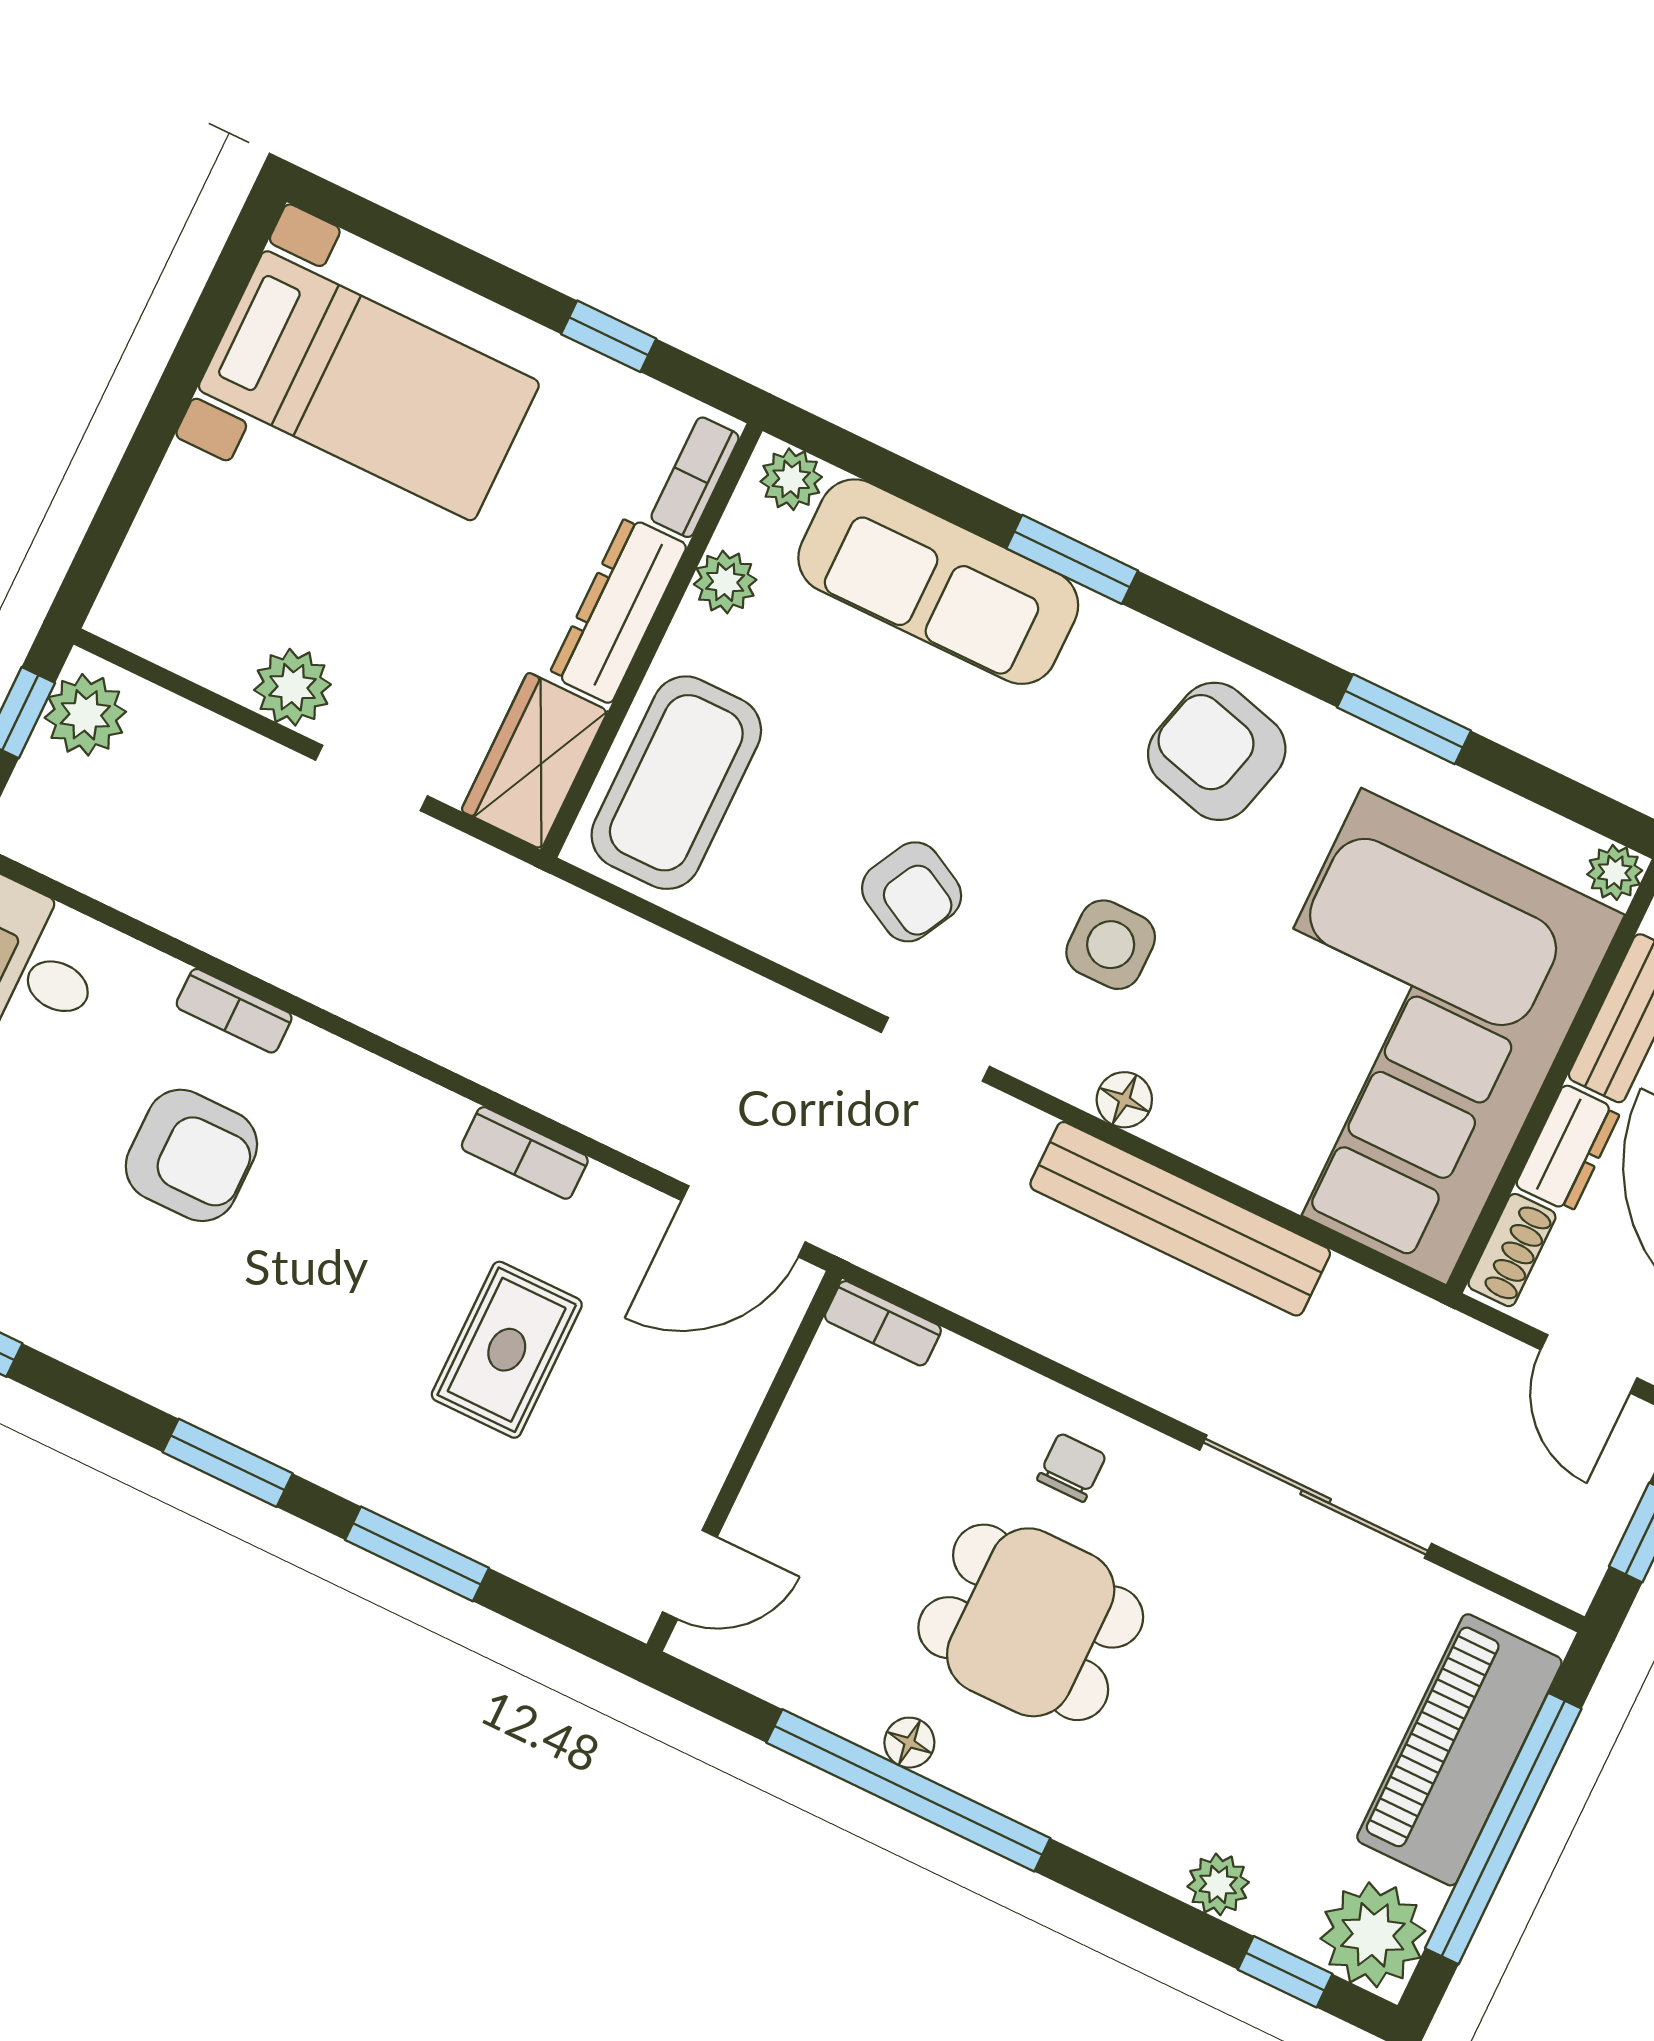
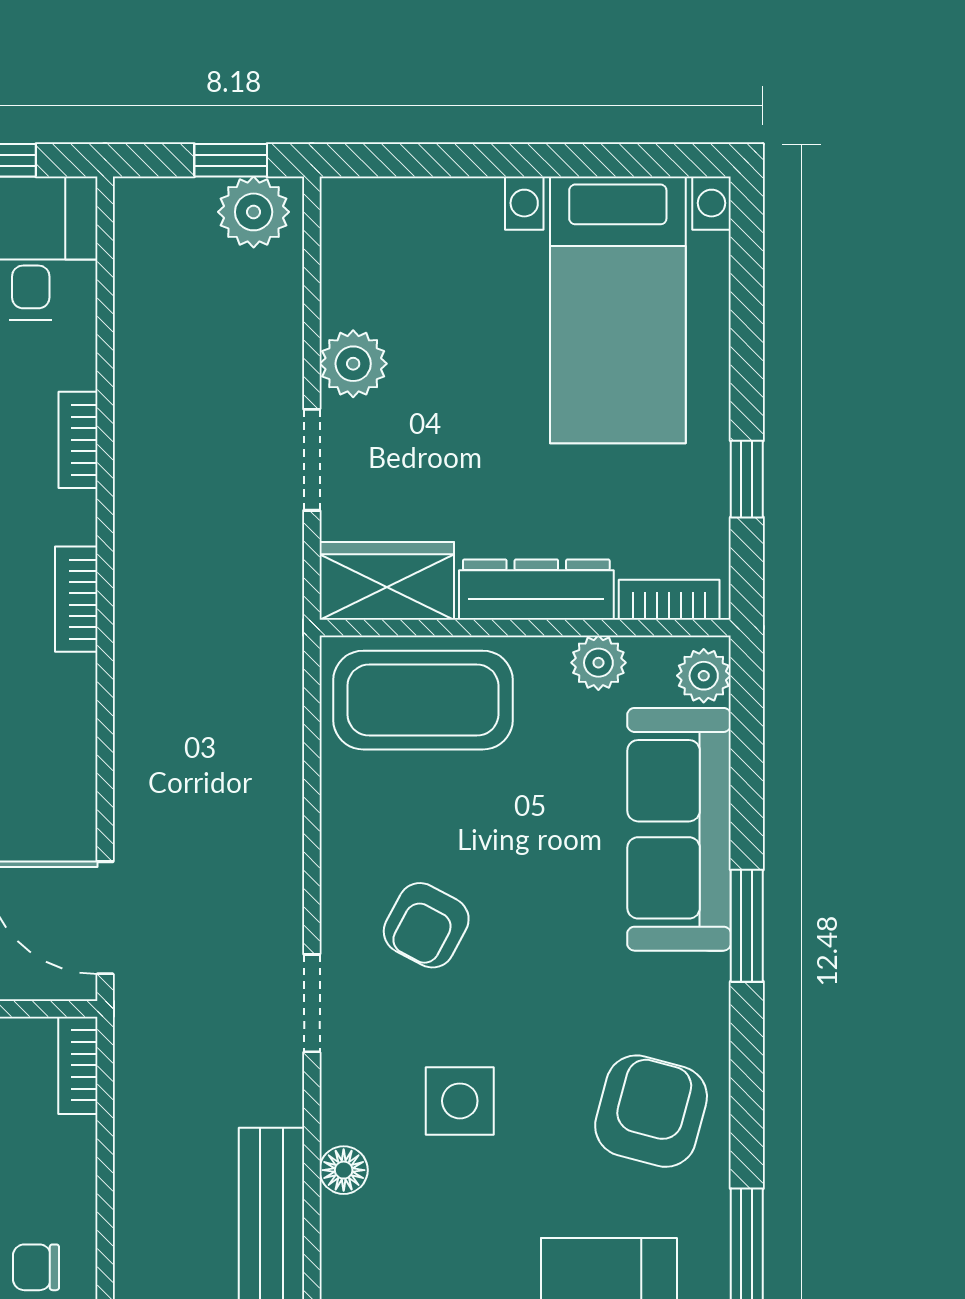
bookcase: (525, 1153) -> (76, 599), moved
chair: (1072, 1467) -> (36, 1267), turned 180

